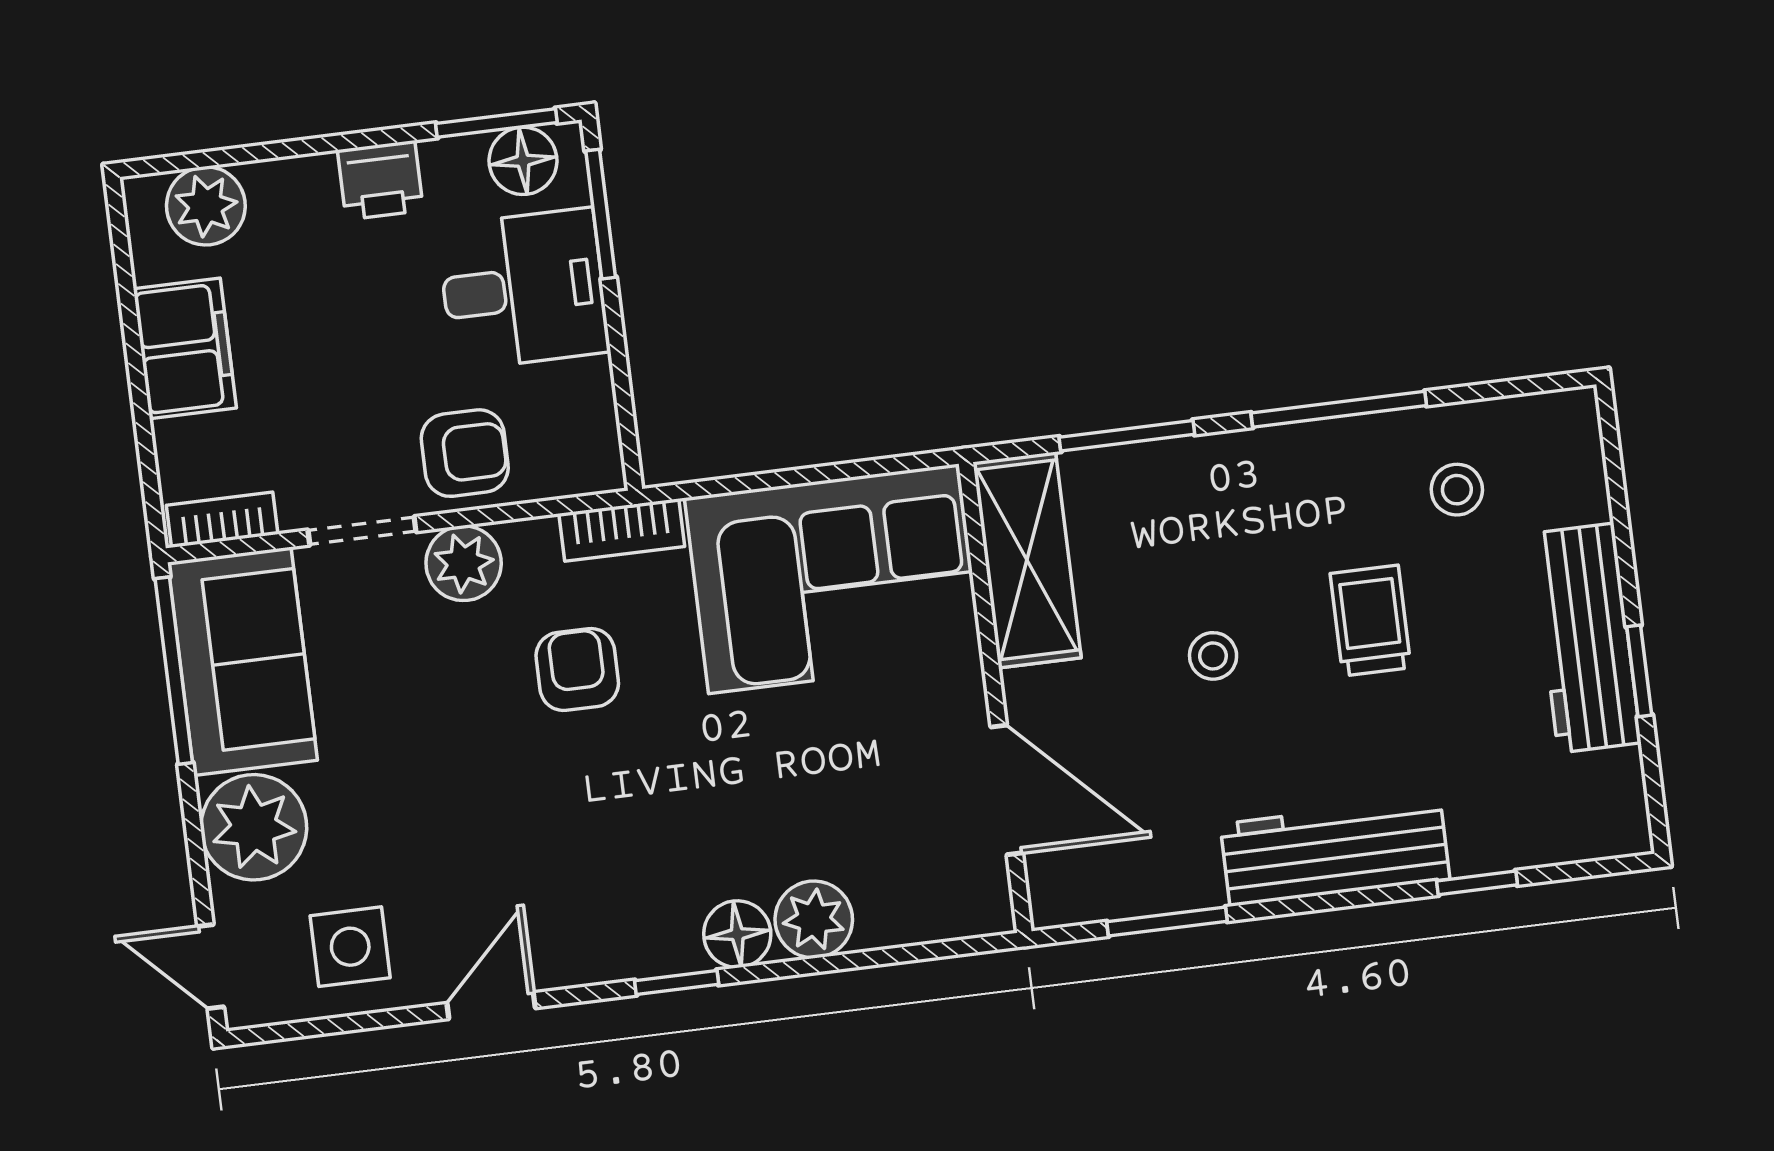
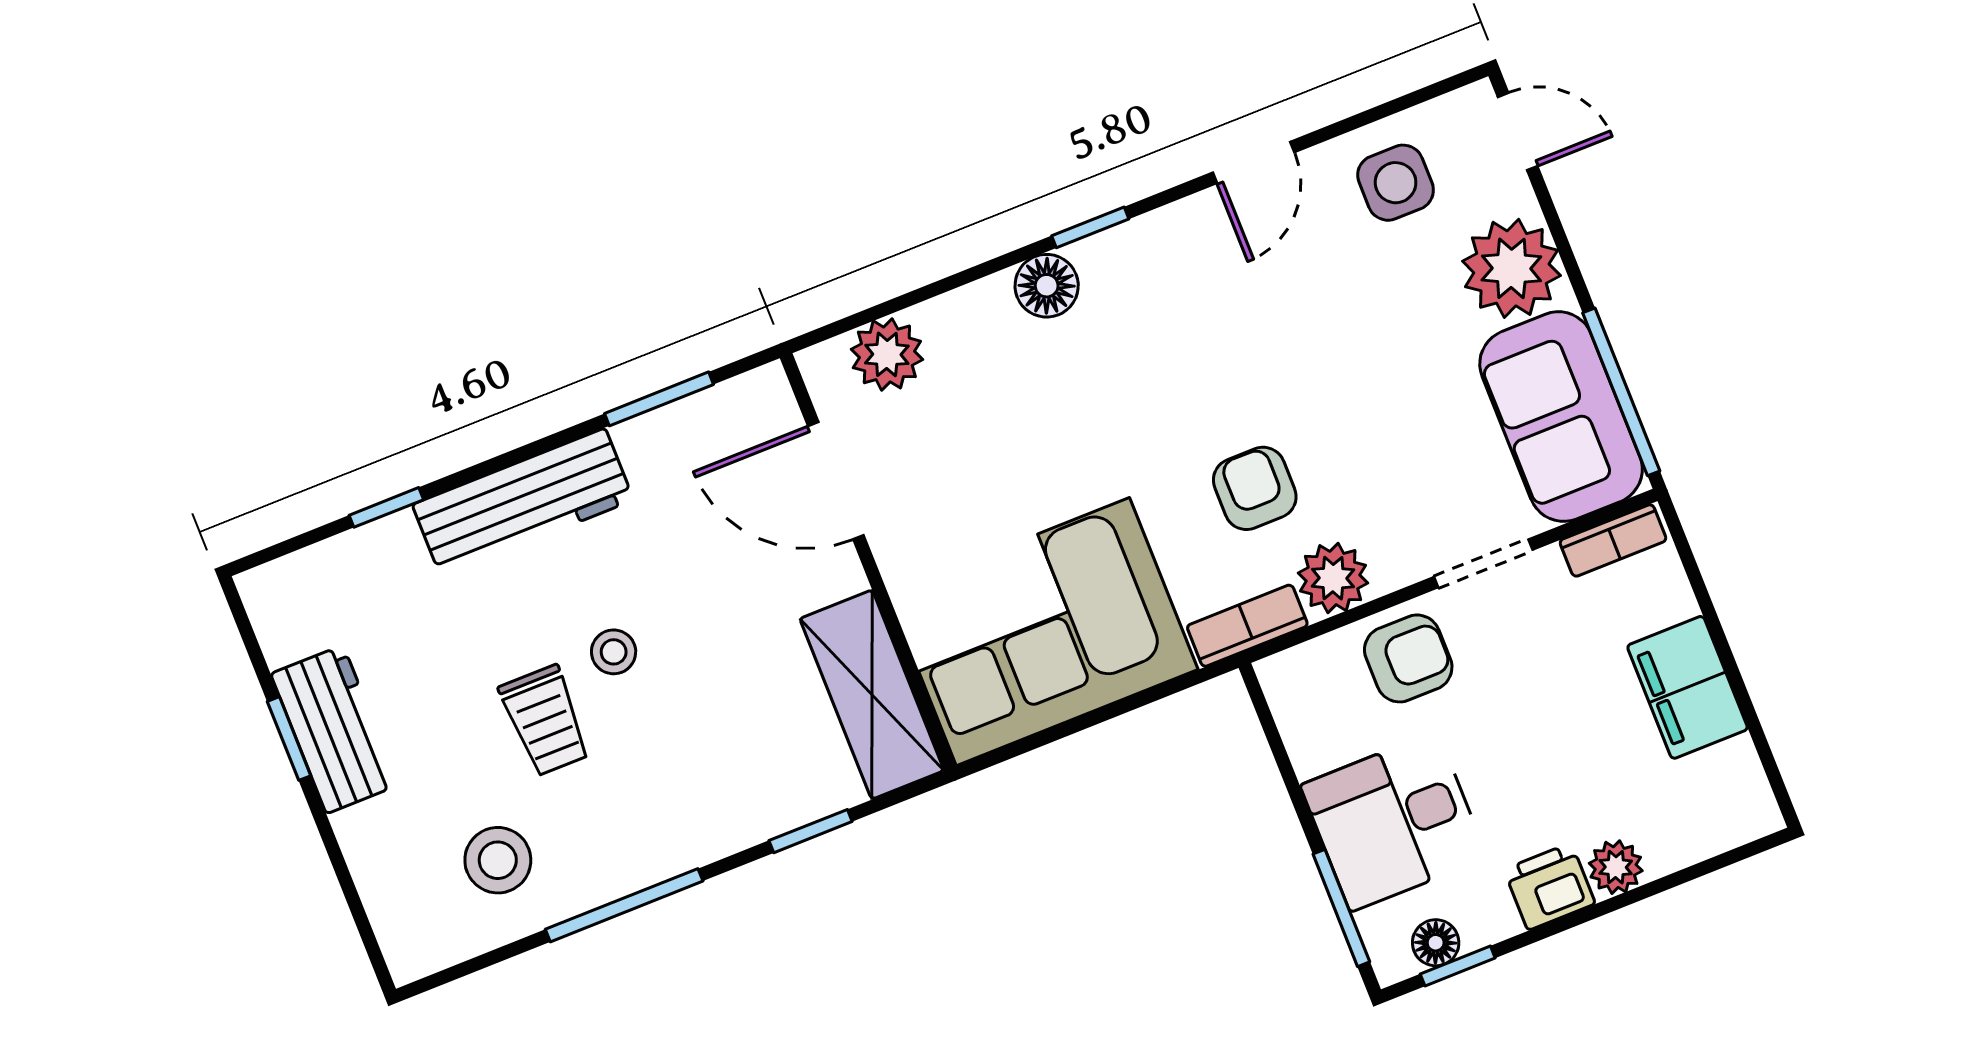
window: (496, 123) -> (1458, 966), width x0.67
floor lamp: (523, 161) -> (1436, 943), width x0.73, depth x0.73
plant: (206, 206) -> (1616, 867), moved, width x0.73, depth x0.73
window: (1127, 436) -> (811, 831), width x0.67
armchair: (465, 453) -> (1408, 658), turned 180
stool: (1457, 490) -> (498, 860), width x1.37, depth x1.37
plant: (464, 563) -> (1333, 578), moved
workbench: (1586, 638) -> (335, 729), width x0.73
stool: (1213, 656) -> (614, 652), moved
armchair: (577, 669) -> (1255, 488), turned 180
plant: (814, 919) -> (887, 354), moved

